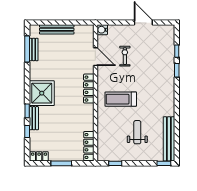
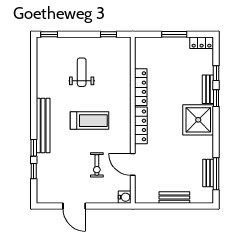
bench: (57, 29) -> (174, 198), width x0.73
treadmill: (121, 99) -> (90, 121), moved
weight bench: (137, 132) -> (82, 72), turned 180
bench: (169, 139) -> (43, 126), moved
locker: (89, 146) -> (141, 87), moved

